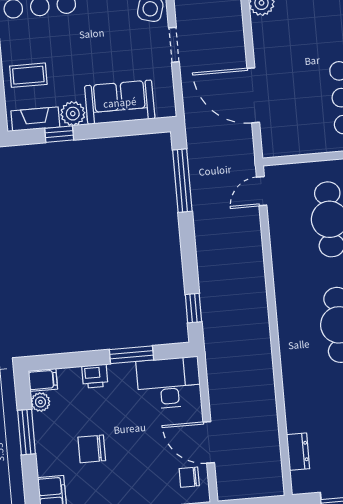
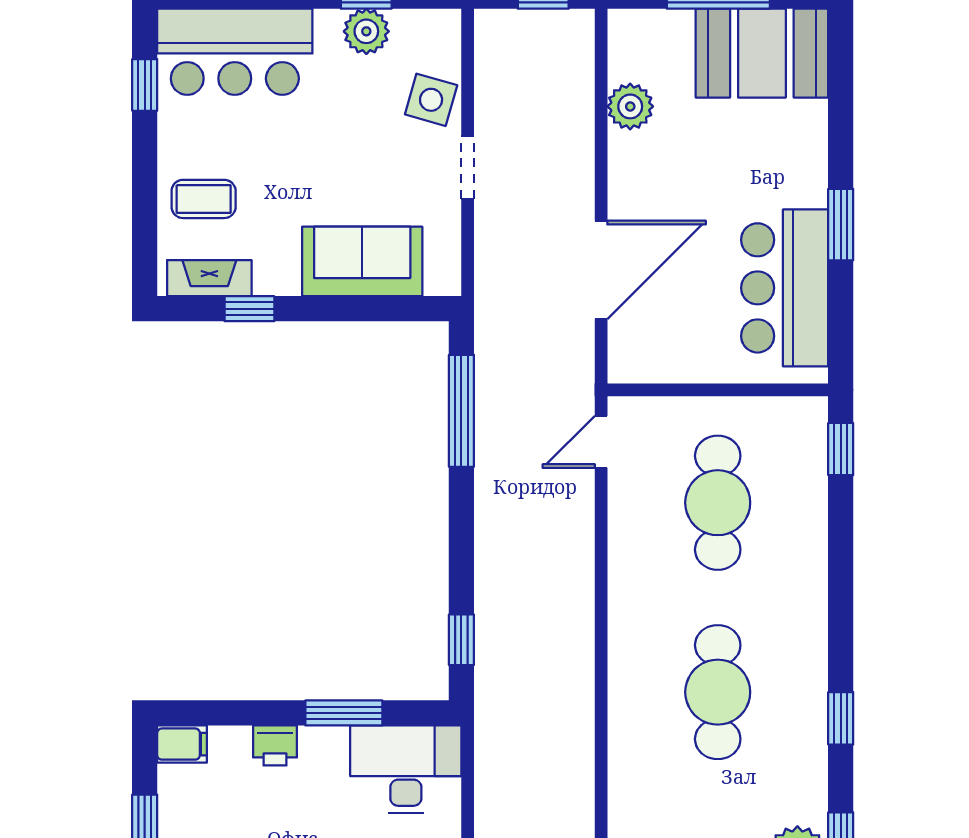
door: (253, 95) -> (601, 270), swing flipped
plant: (73, 114) -> (277, 274), removed
plant: (40, 402) -> (174, 783), removed

